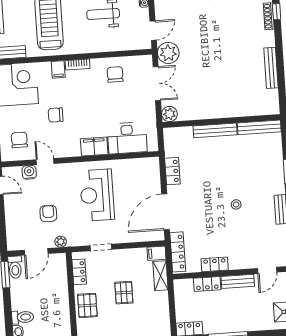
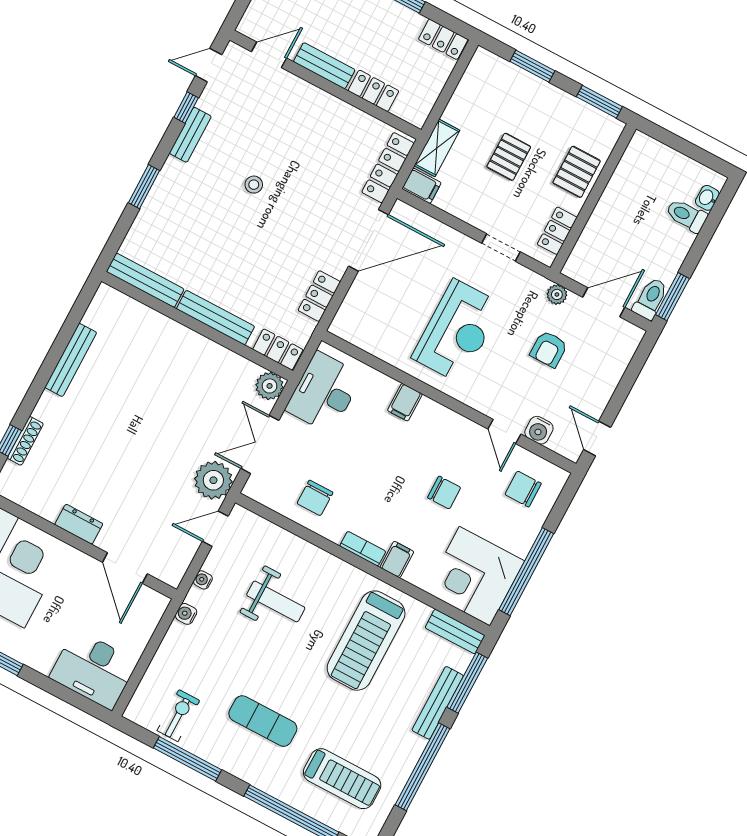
desk: (127, 138) -> (324, 392), moved, turned -90
chair: (19, 140) -> (523, 489), turned 90
filing cabinet: (94, 147) -> (405, 402), width x0.50
locker: (215, 264) -> (278, 349), moved, turned 180

